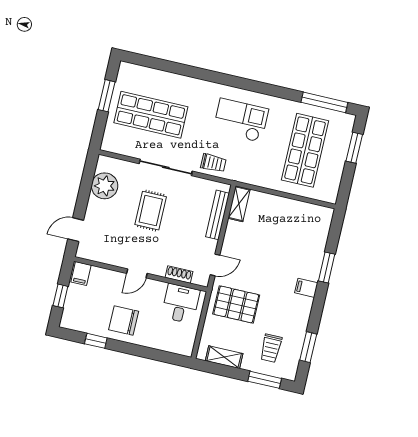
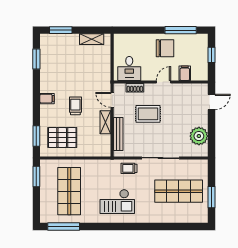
window: (354, 148) -> (36, 176), moved
shelving: (239, 204) -> (105, 122), moved
rug: (151, 211) -> (148, 114), moved, turned 90
door: (215, 265) -> (112, 100), hinge flipped
window: (327, 268) -> (36, 136), moved
filing cabinet: (81, 273) -> (185, 73), moved
pallet: (236, 304) -> (62, 137), moved
window: (96, 341) -> (181, 30), width x2.17
trolley: (271, 348) -> (75, 106), moved

